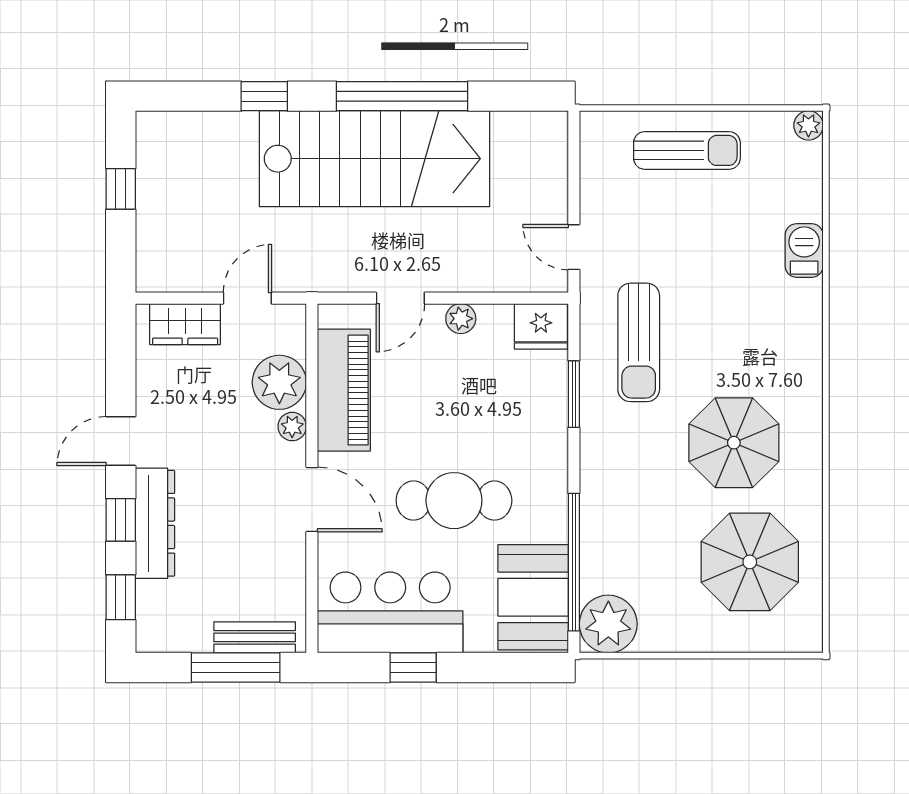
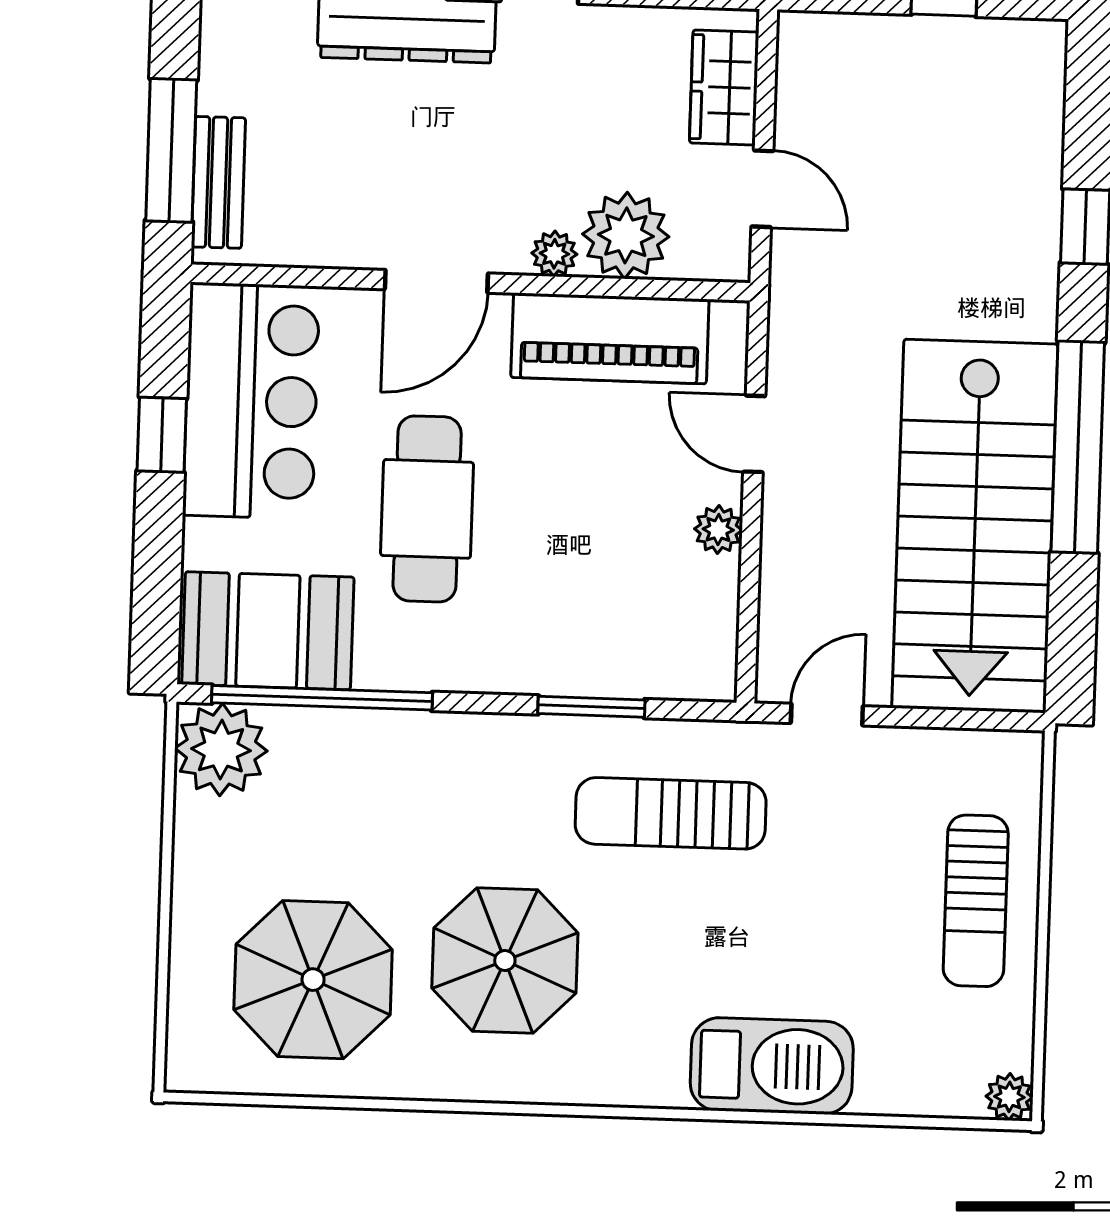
stairs: (375, 159) -> (975, 526), moved
barbecue: (804, 251) -> (772, 1066), width x1.88, depth x1.53
fridge: (541, 326) -> (702, 658), removed

